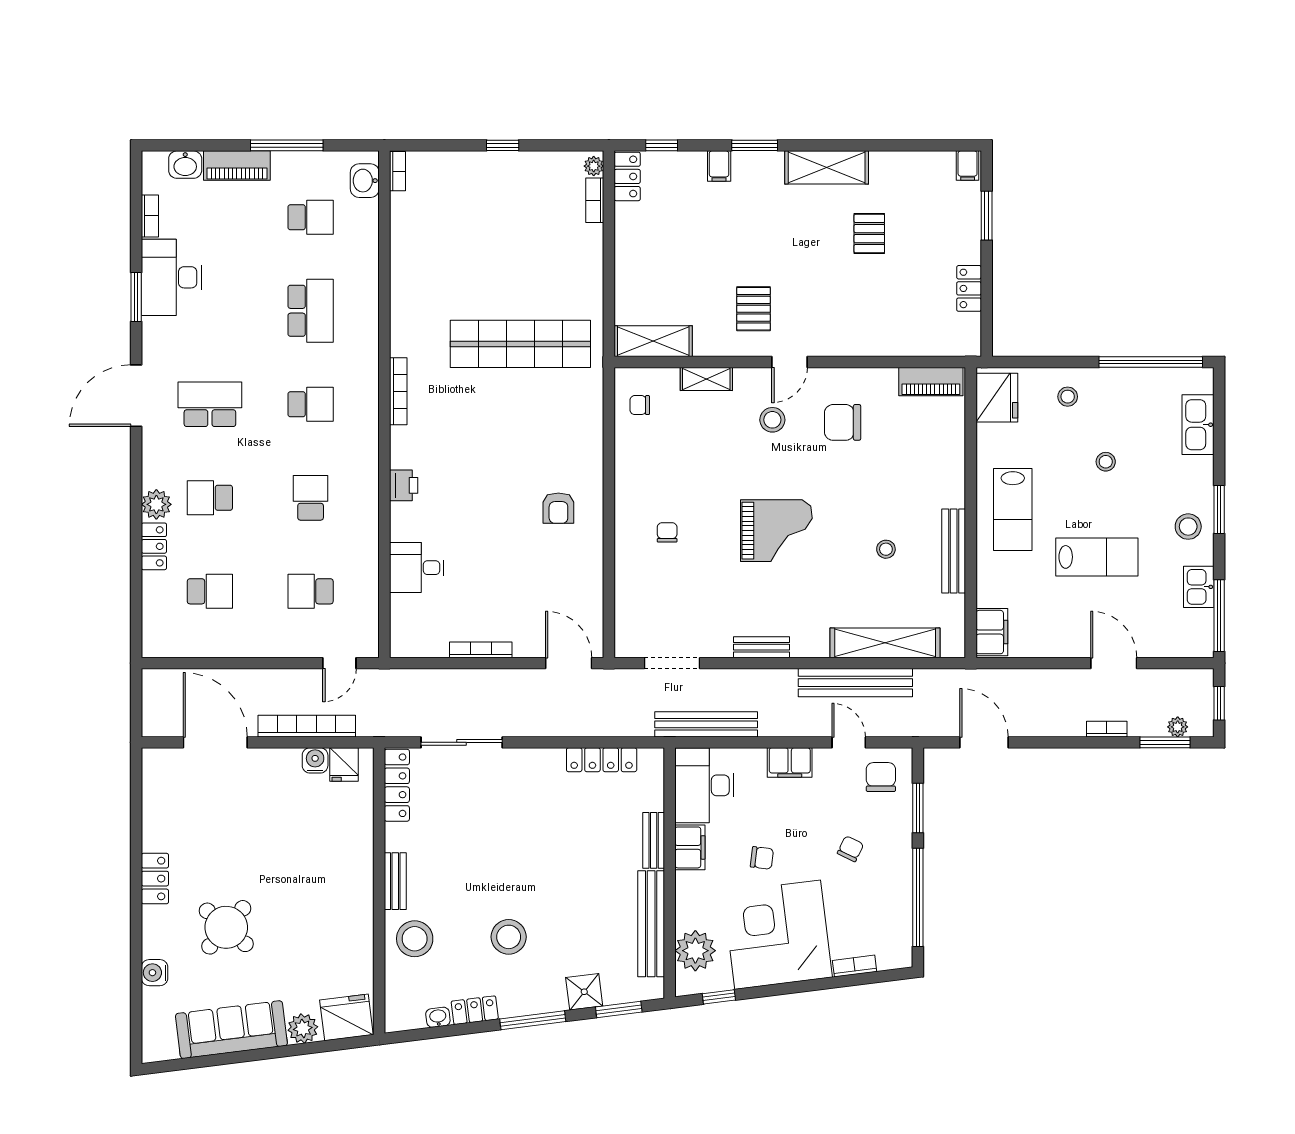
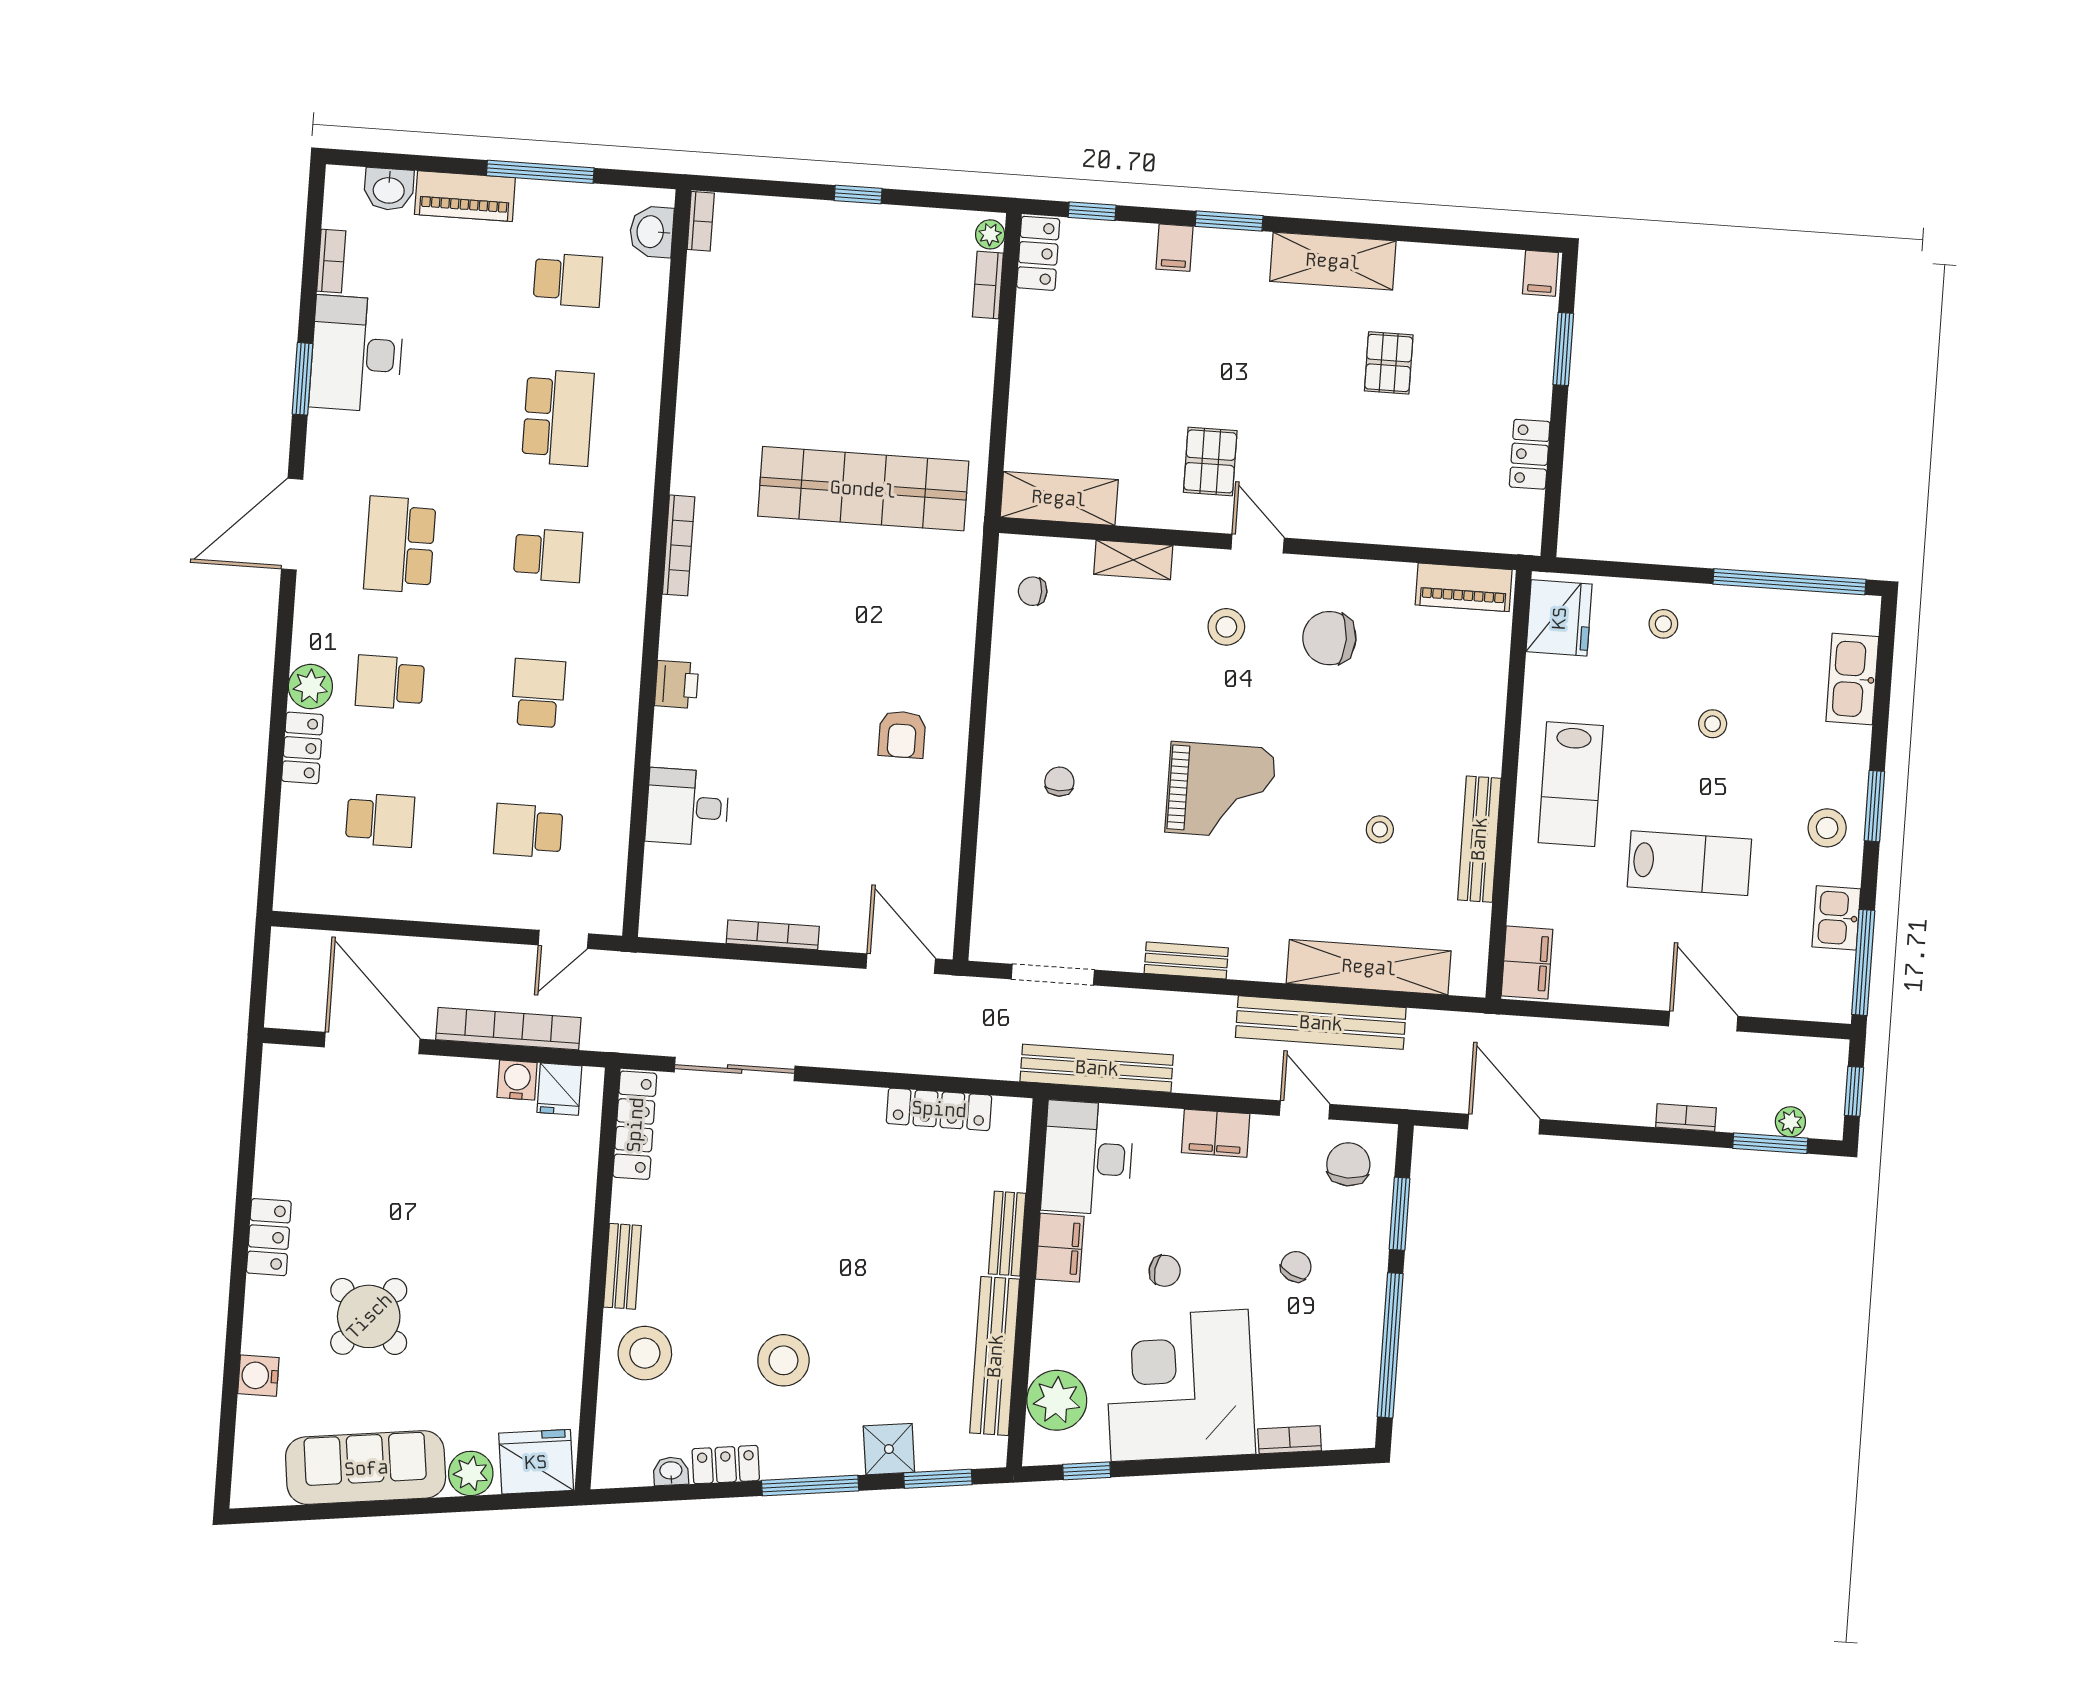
door: (789, 362) -> (1258, 544), swing flipped
school desk: (210, 404) -> (400, 545), turned -90

